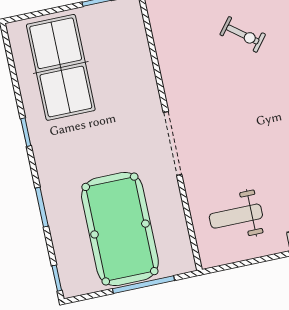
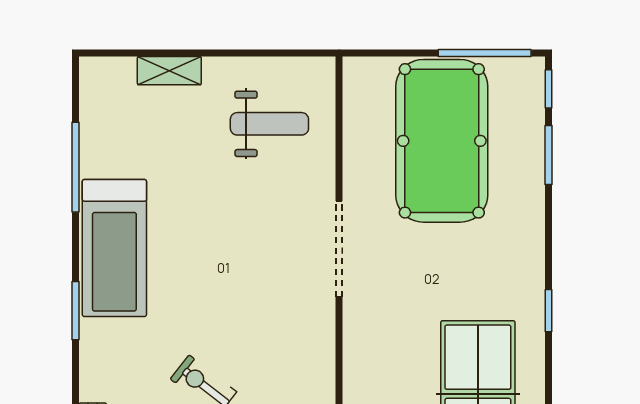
window: (42, 207) -> (549, 155), moved
window: (144, 285) -> (485, 53), moved

